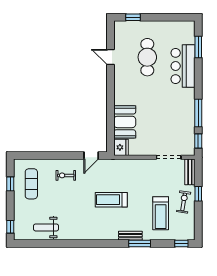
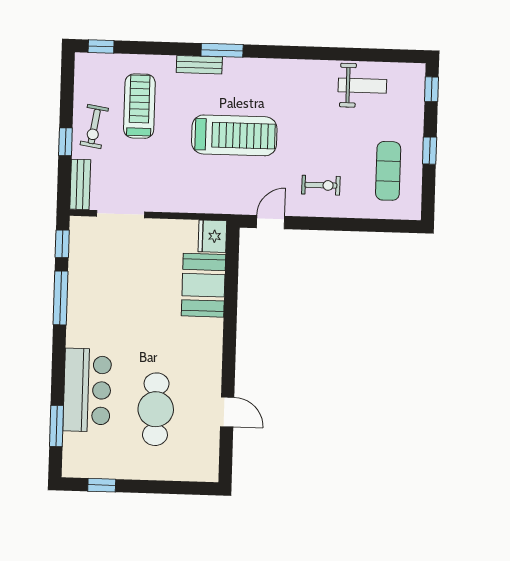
window: (133, 17) -> (102, 485), moved
window: (10, 184) -> (430, 151), moved
treadmill: (111, 200) -> (234, 135), width x1.37, depth x1.38
window: (140, 243) -> (222, 50), moved

